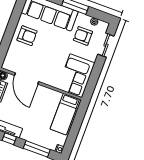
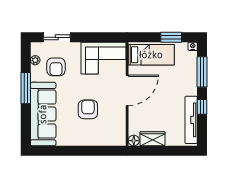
armchair: (27, 36) -> (88, 109), moved
door: (27, 78) -> (127, 90), moved
window: (73, 135) -> (171, 37), added

